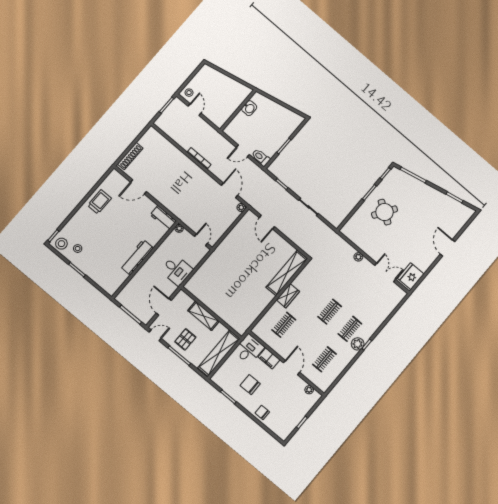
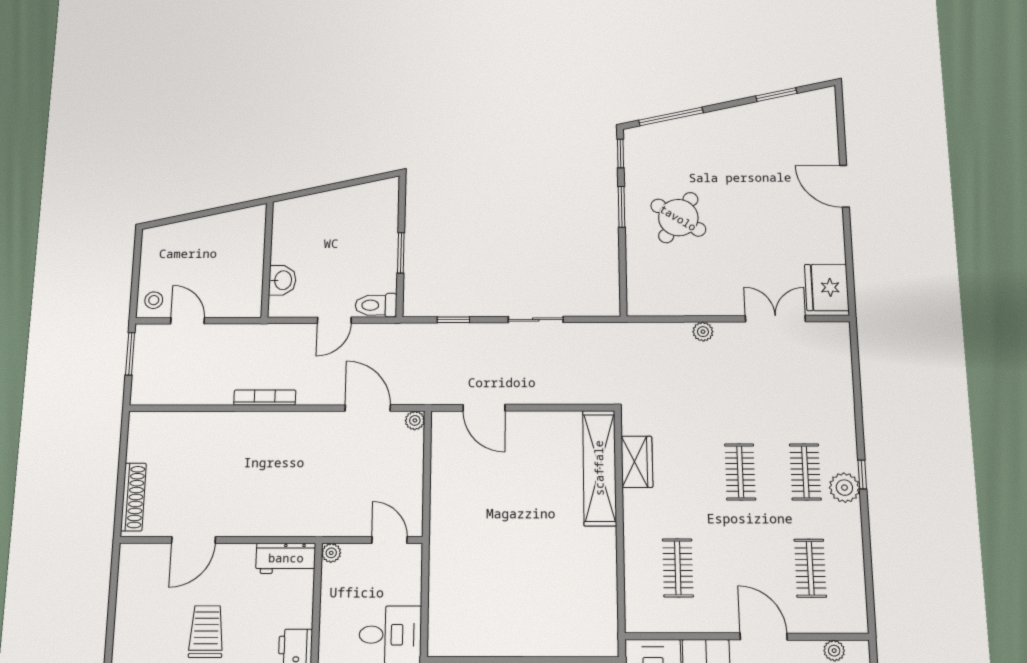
washbasin: (249, 108) -> (282, 280), moved
trolley: (99, 202) -> (206, 632), moved
wardrobe: (288, 296) -> (637, 462), moved

